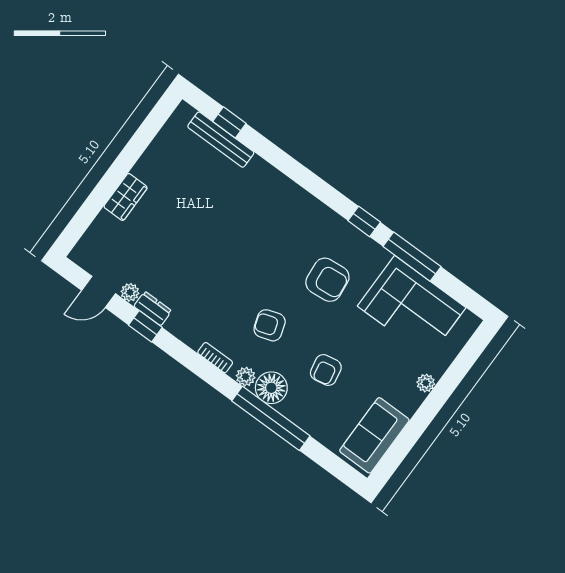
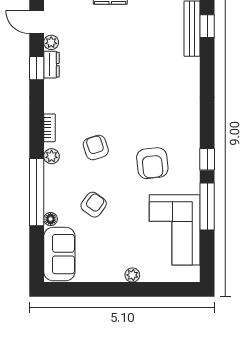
armchair: (326, 370) -> (94, 205), turned 137
floor lamp: (271, 388) -> (51, 219), moved, width x0.53, depth x0.53
sofa: (374, 435) -> (59, 254), moved, turned 90

